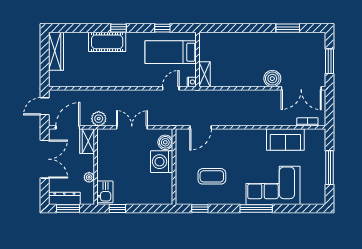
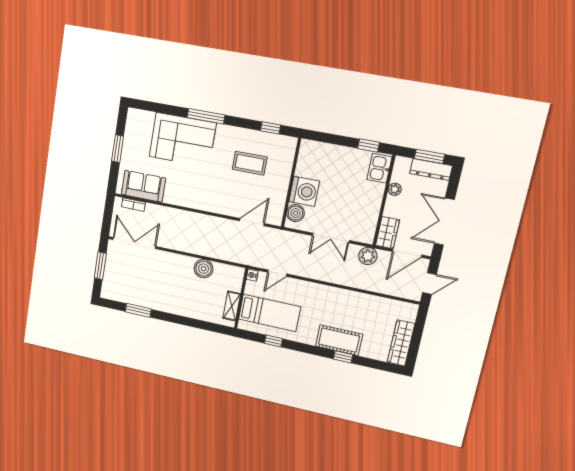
window: (118, 28) -> (343, 357), moved
shelving: (205, 74) -> (232, 306), moved
boiler: (272, 79) -> (204, 269), moved
sofa: (285, 140) -> (143, 186), moved
window: (329, 168) -> (118, 149), width x0.69

